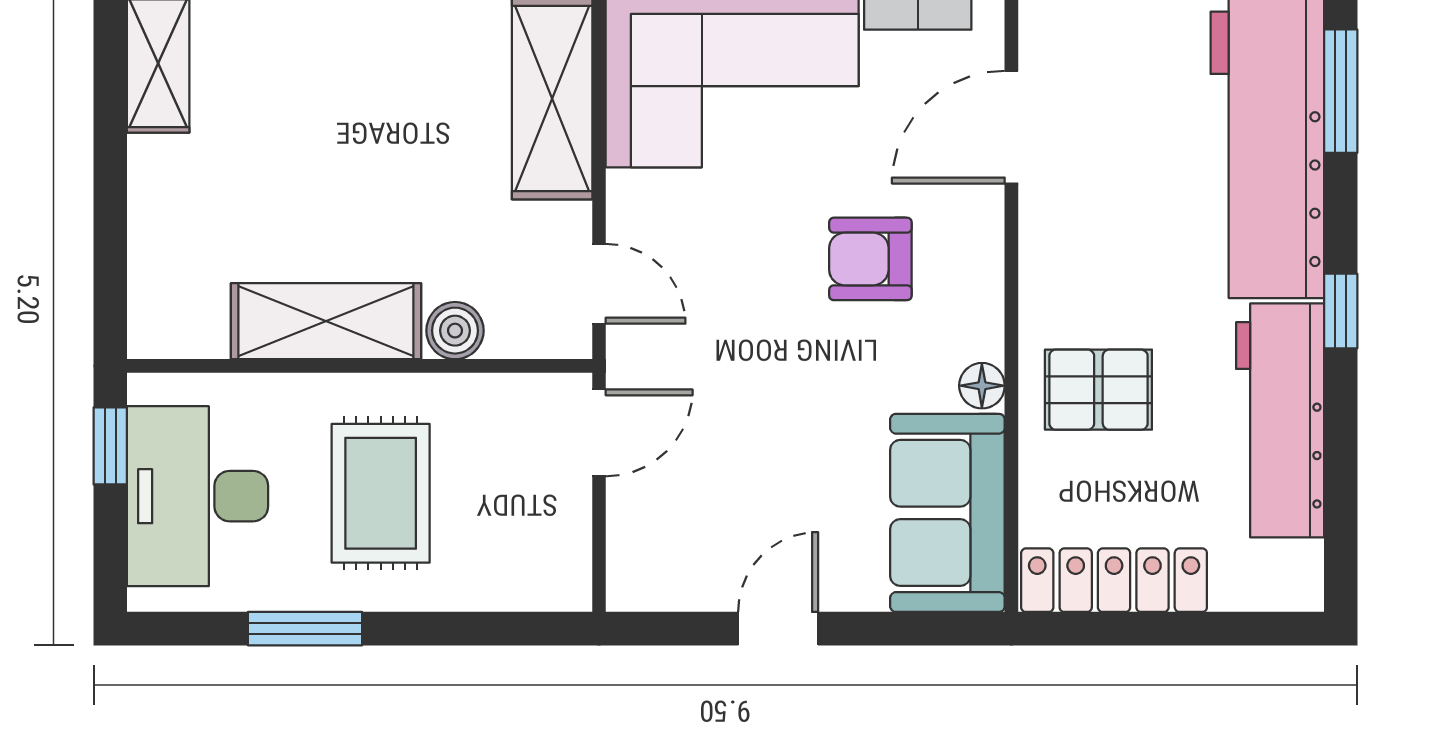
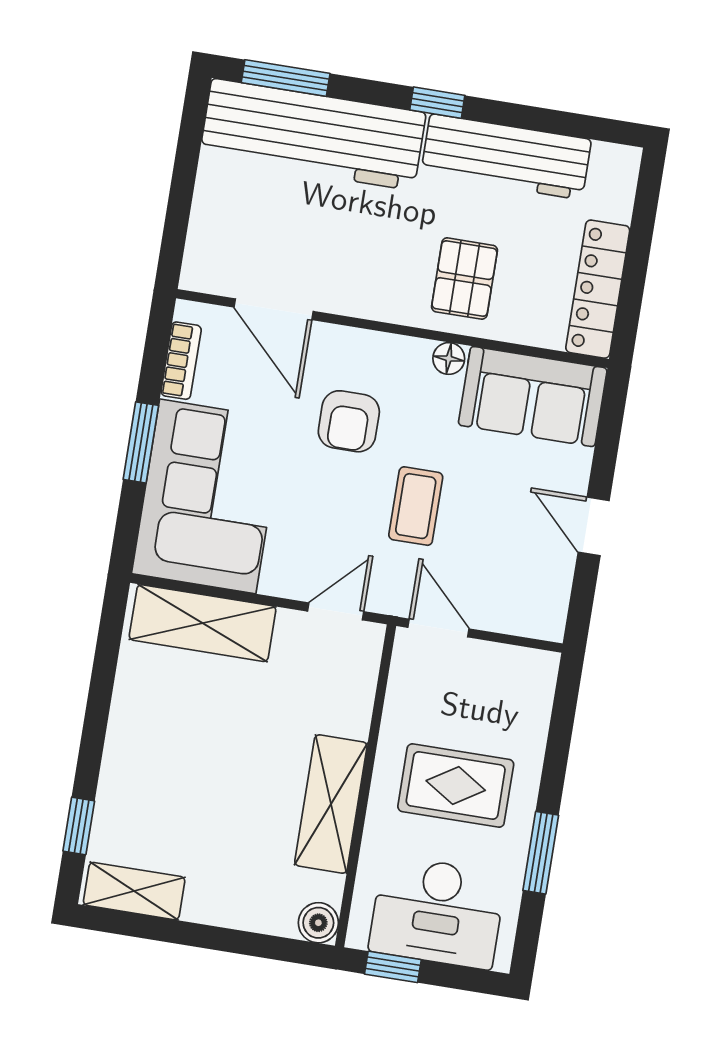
boiler: (455, 331) -> (318, 923), moved
coffee table: (766, 373) -> (416, 506), added

